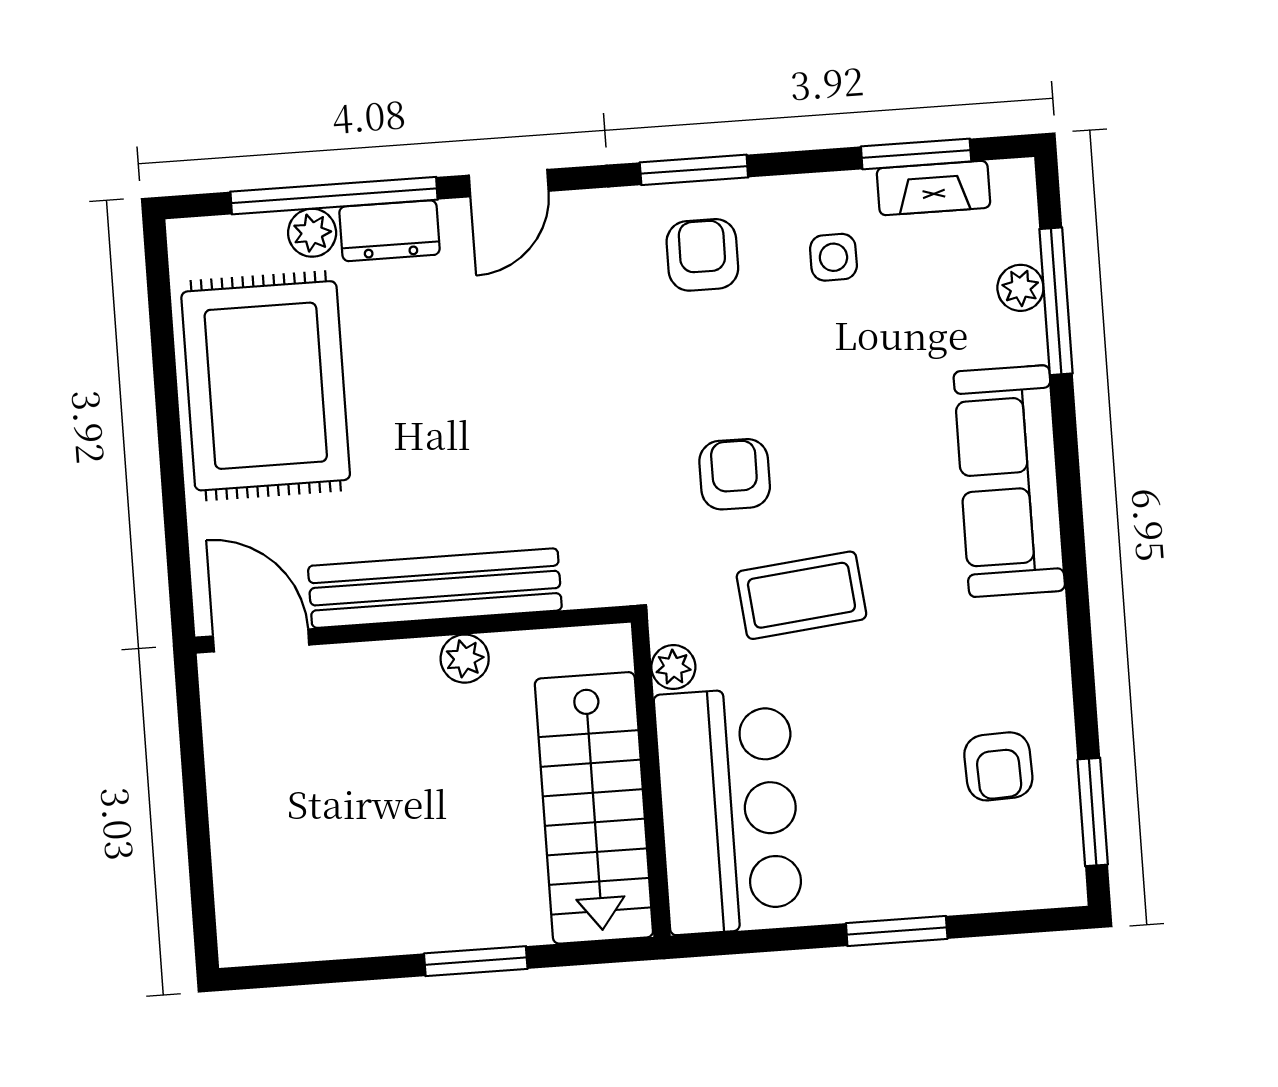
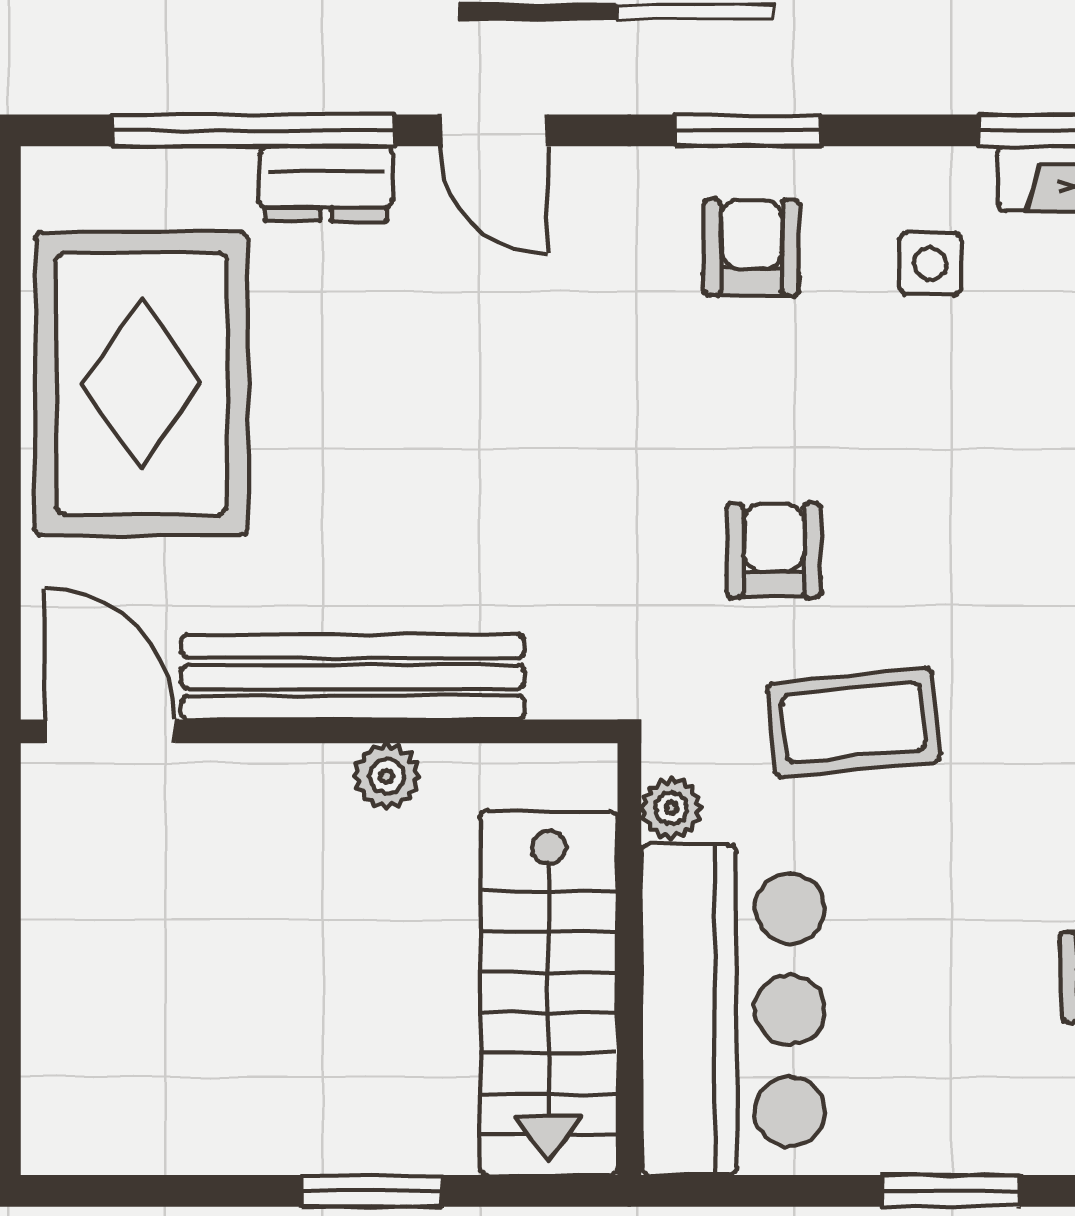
door: (509, 183) -> (494, 130), hinge flipped
plant: (312, 233) -> (220, 179), removed

